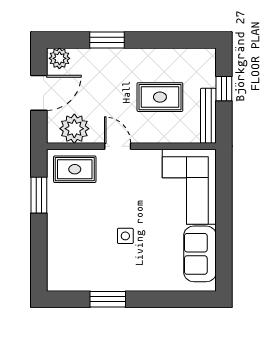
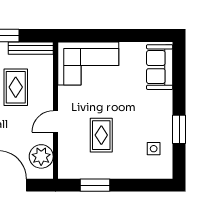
rug: (75, 169) -> (101, 135), moved
side table: (125, 236) -> (154, 149), moved
sofa: (200, 254) -> (160, 67), moved, turned 90

